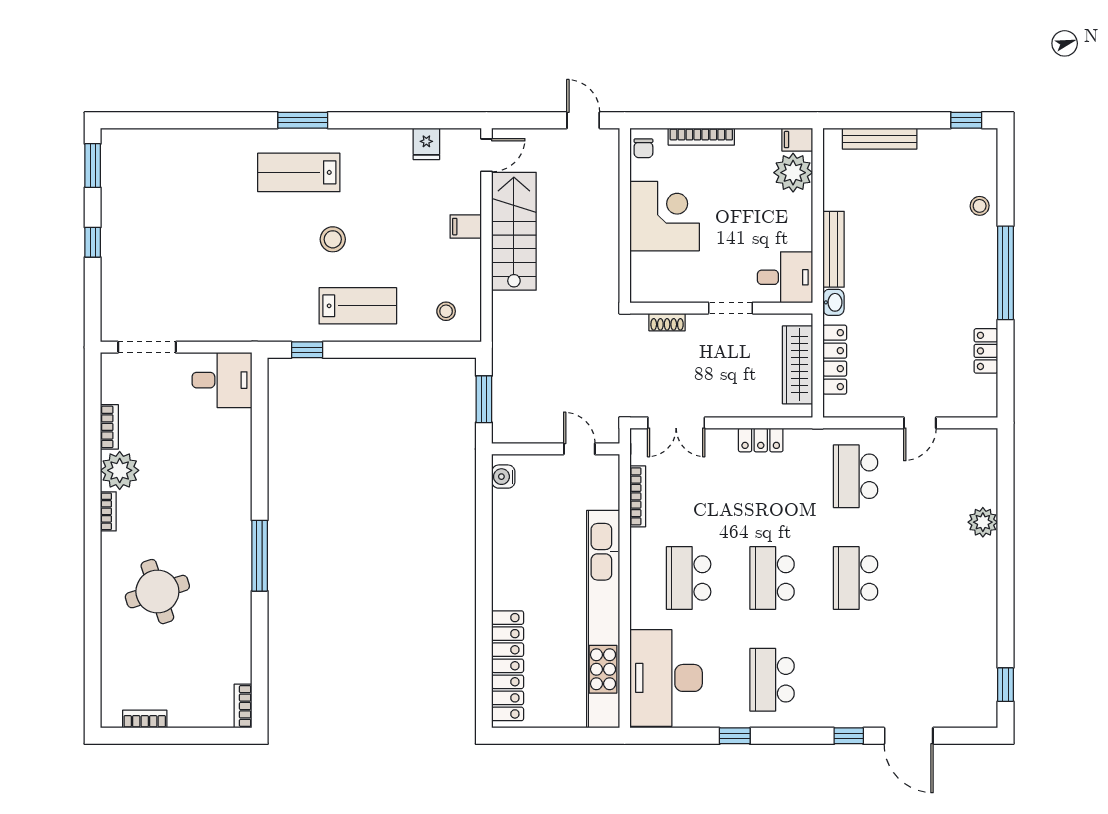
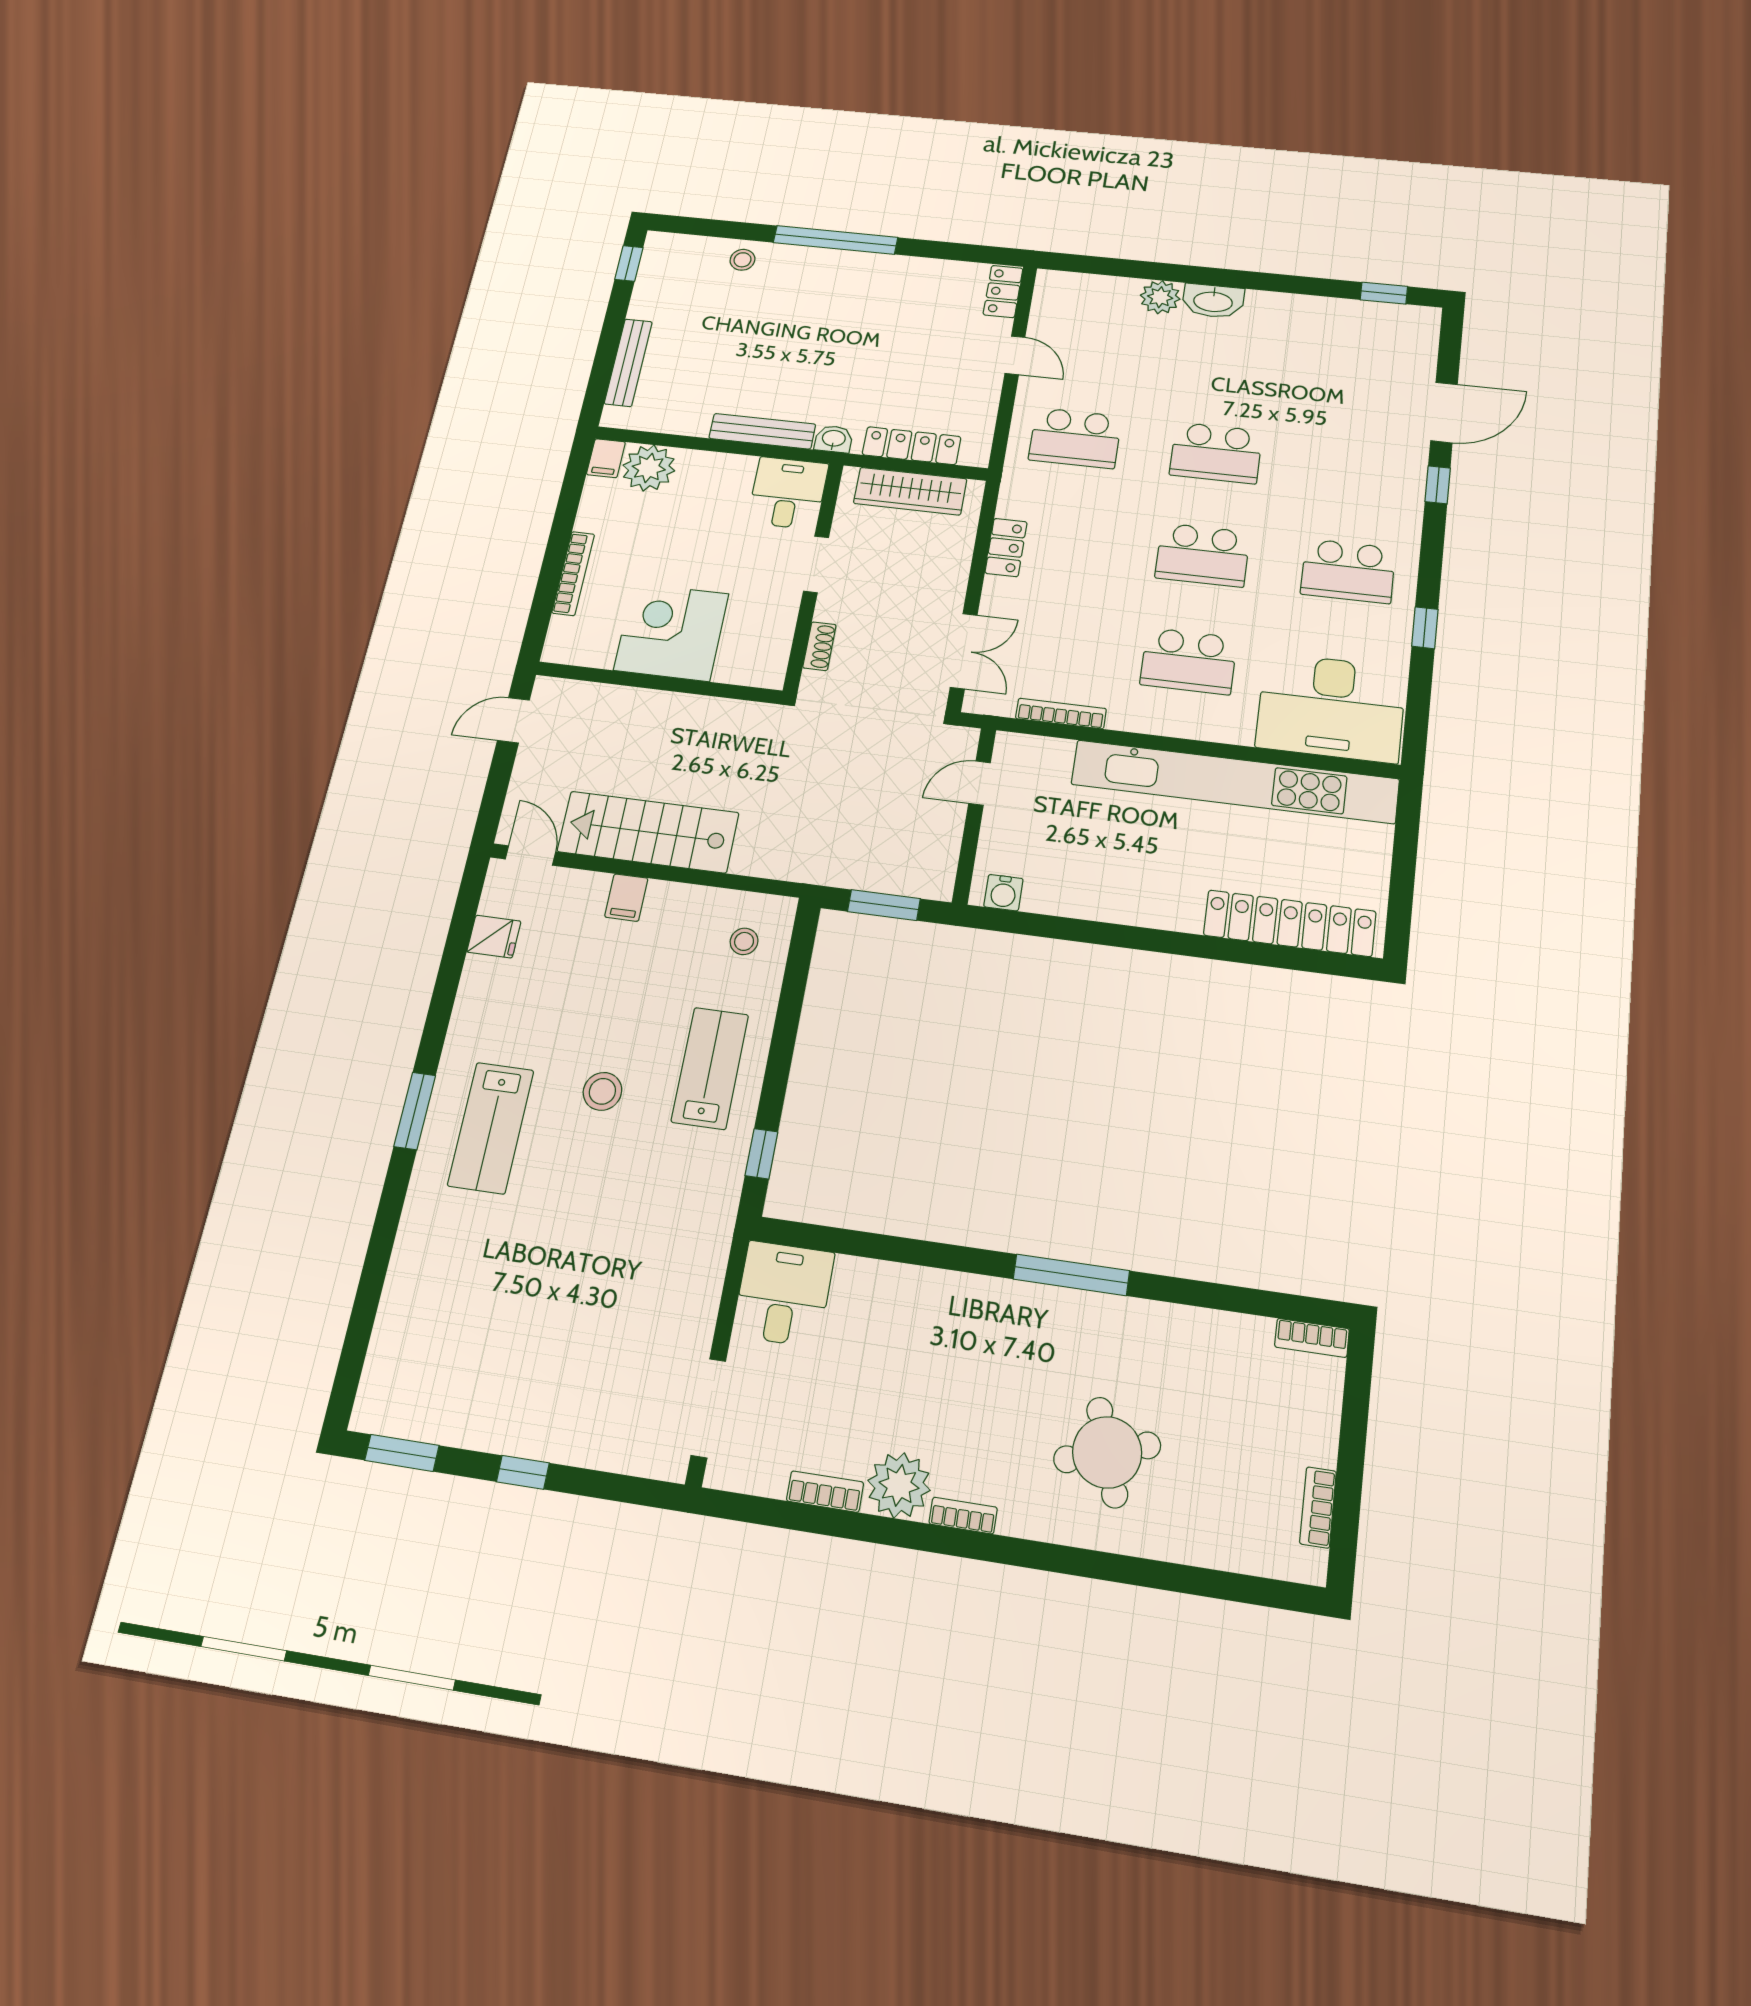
chair: (643, 148) -> (571, 648), removed
locker: (986, 351) -> (1003, 291), moved, turned 90
washbasin: (984, 561) -> (1213, 301), added

